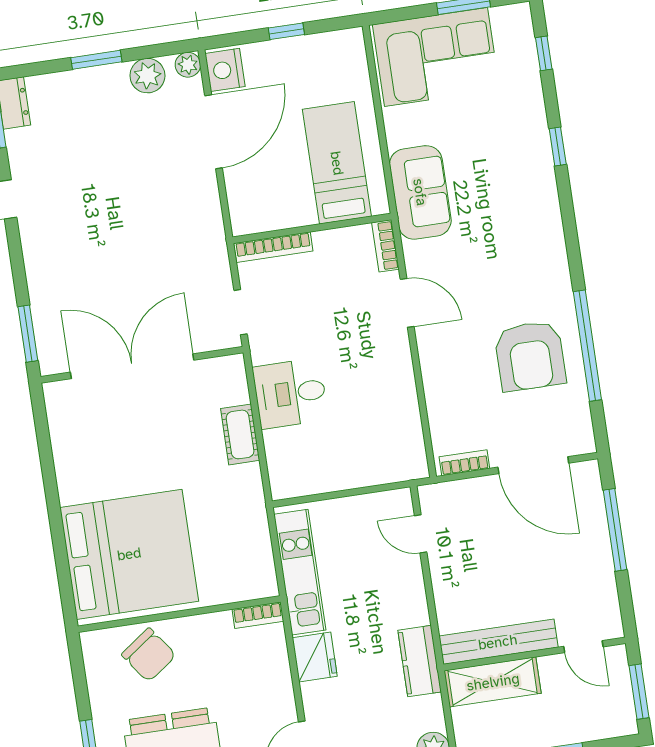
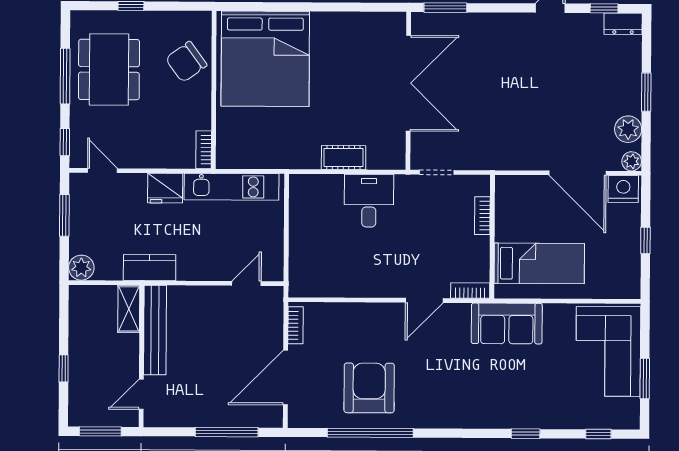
bookcase: (273, 247) -> (482, 216), width x0.64
armchair: (530, 356) -> (369, 388), turned 90
shelving: (493, 682) -> (129, 309), width x0.67, depth x0.75

